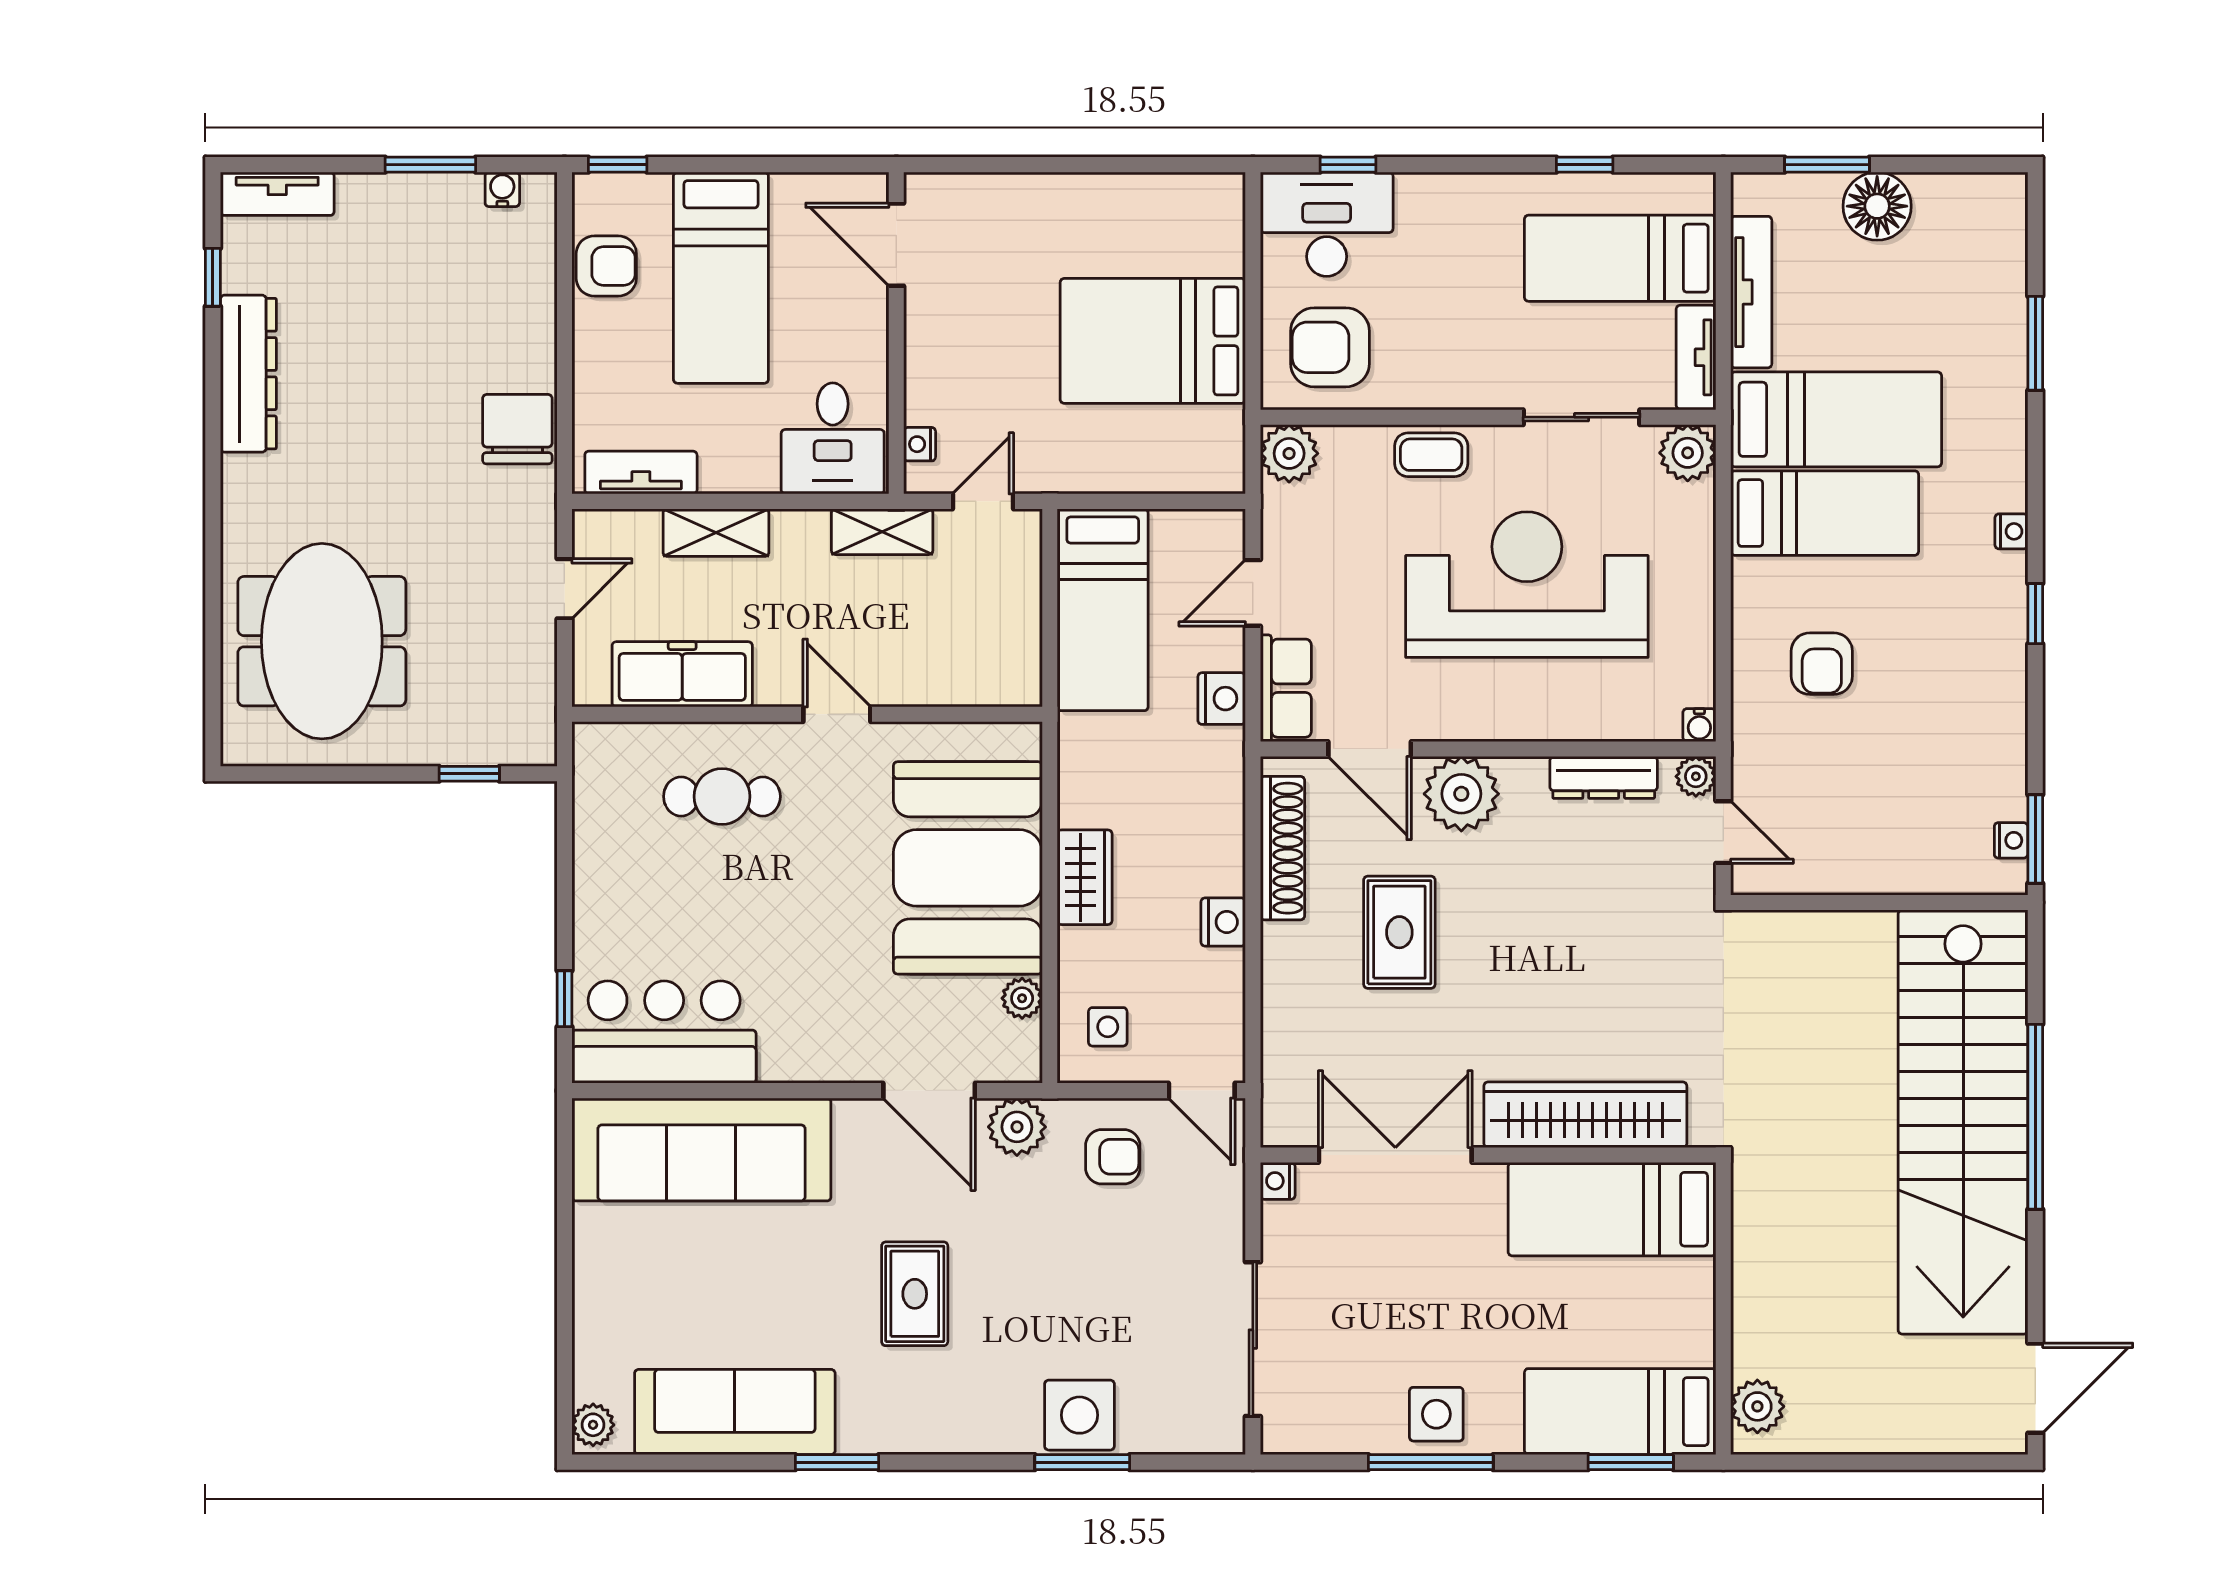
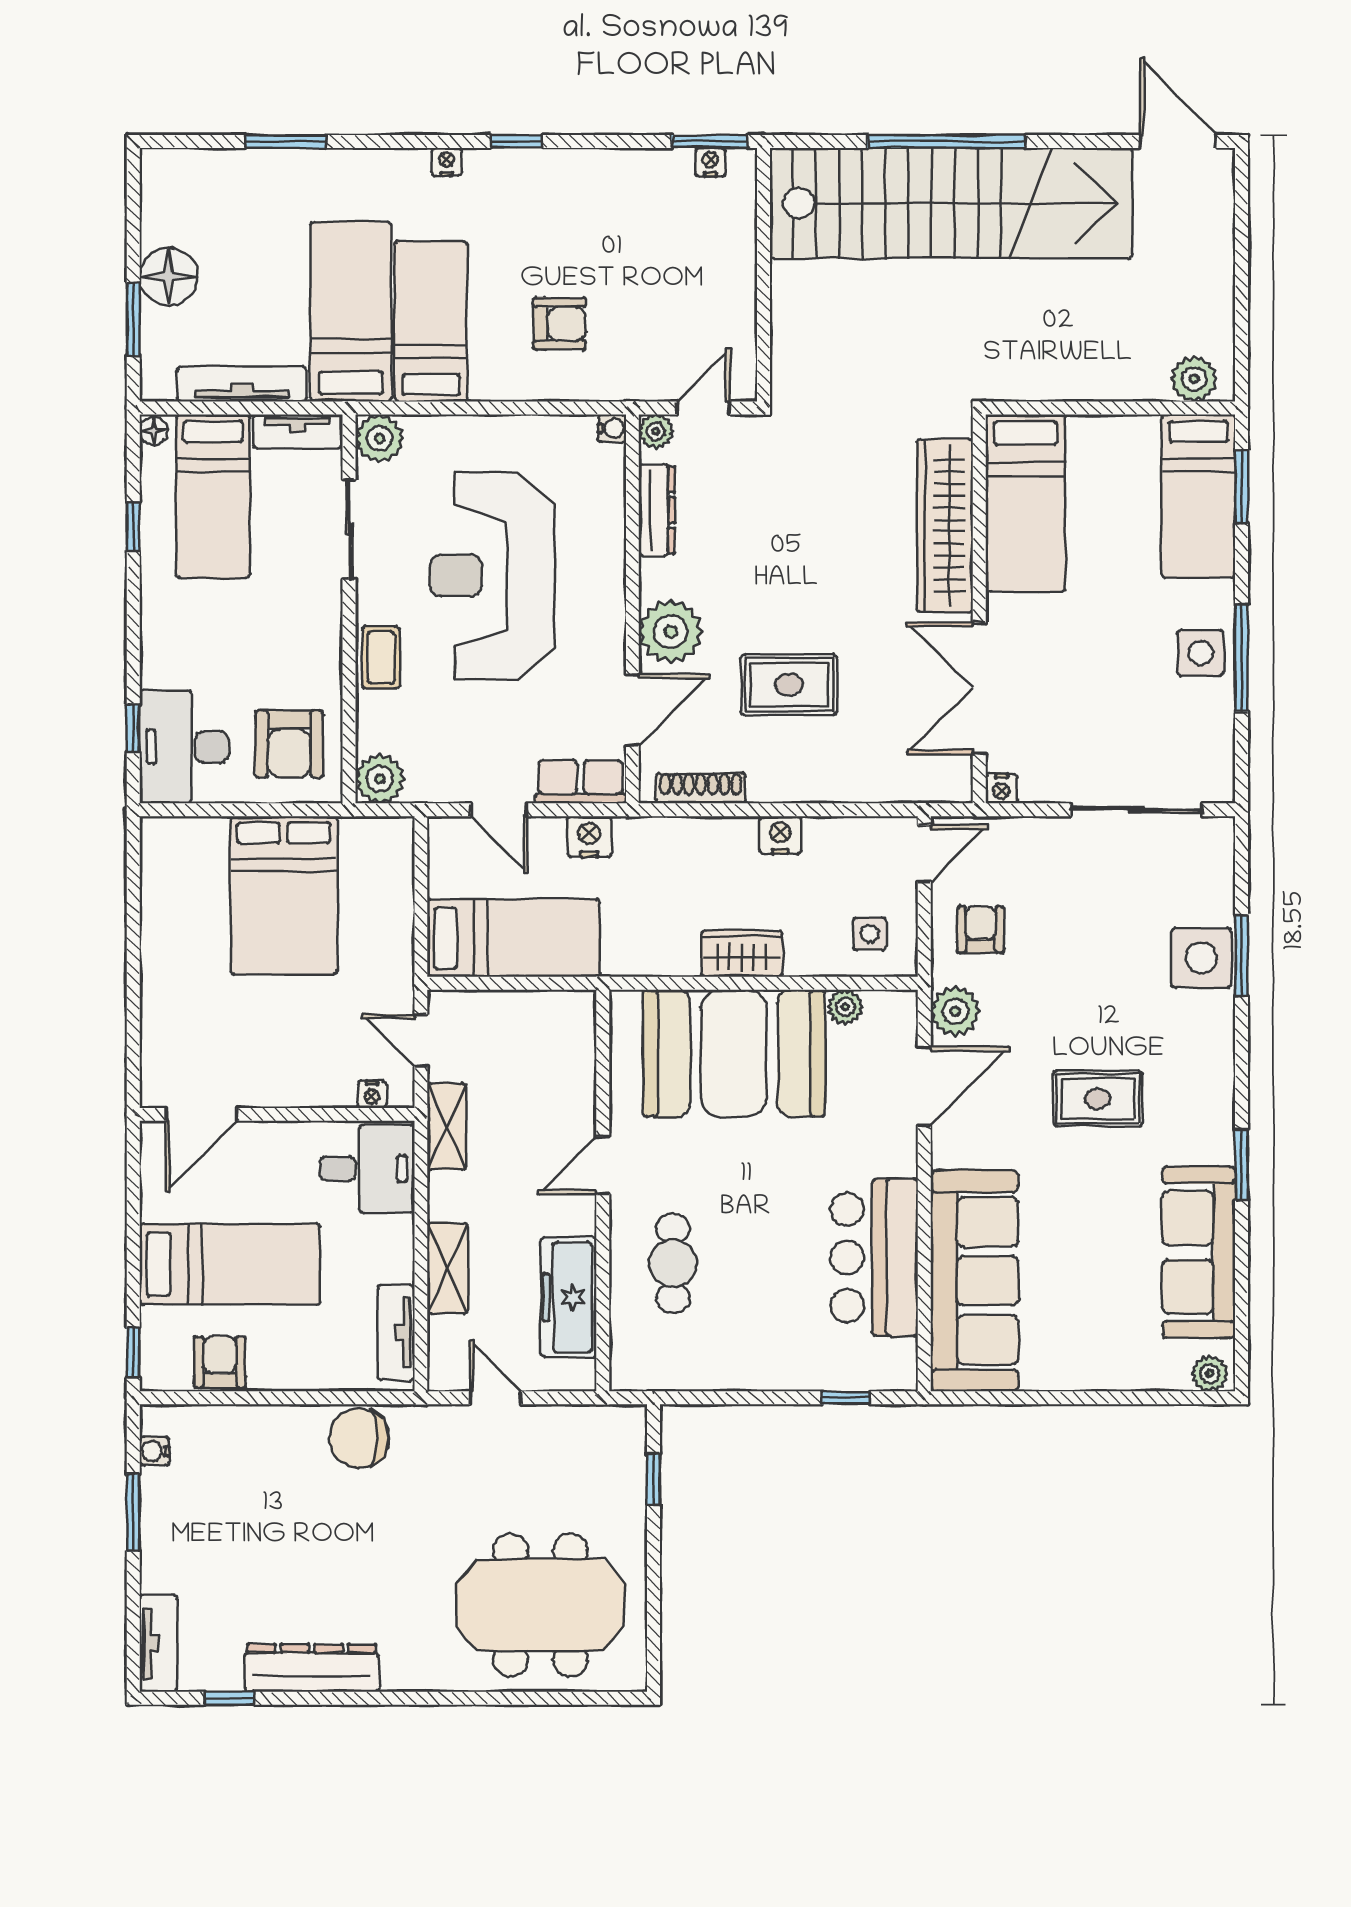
floor lamp: (1696, 189) -> (154, 431), added
shoe rack: (1282, 848) -> (701, 788), width x0.74, depth x0.81
bar counter: (664, 1032) -> (874, 1257), moved

